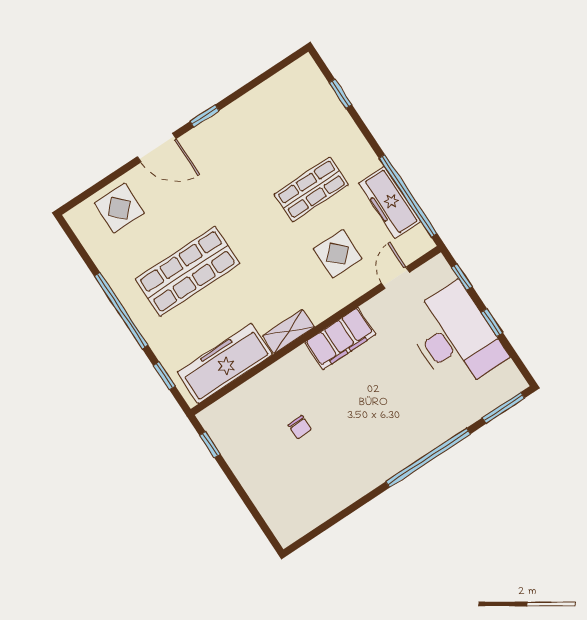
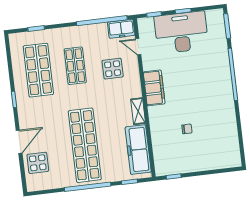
shop shelf: (273, 132) -> (38, 70), added
door: (157, 148) -> (19, 142), moved
freezer: (390, 202) -> (121, 29), moved, width x0.71
shop shelf: (188, 271) -> (85, 145), width x1.40

